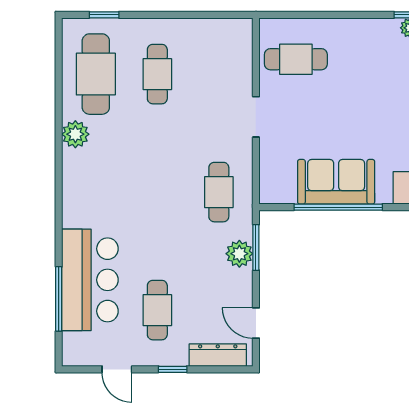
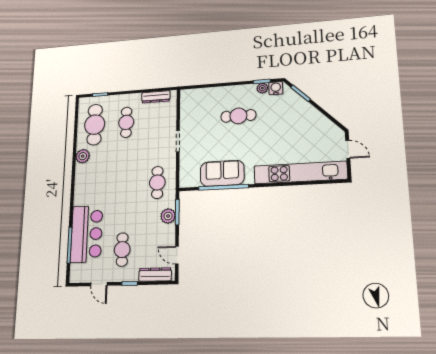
dresser: (213, 28) -> (156, 97), added
cafe table: (296, 59) -> (238, 116), moved

